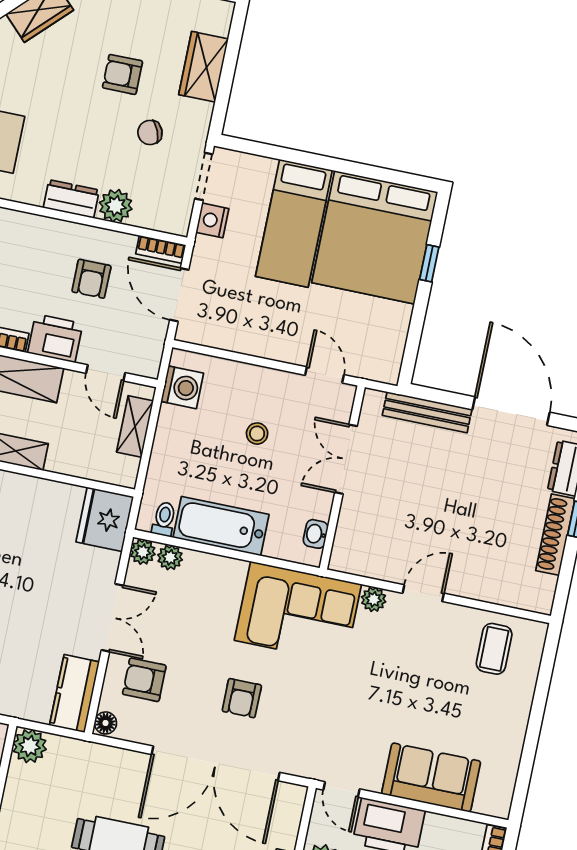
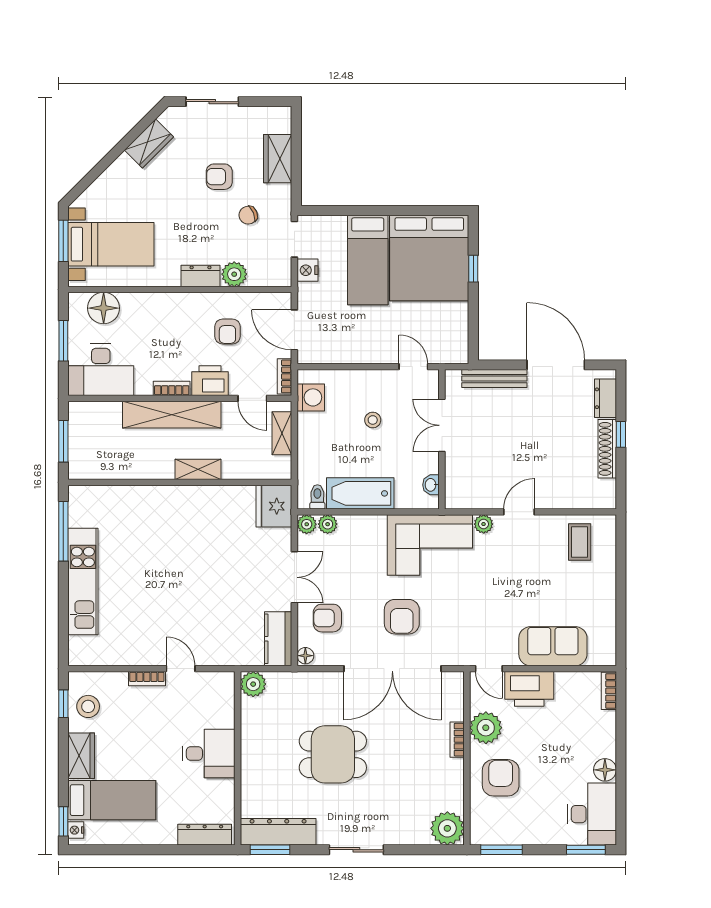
bookcase: (161, 249) -> (285, 376), moved, turned 90
armchair: (242, 698) -> (402, 617), width x1.38, depth x1.38

